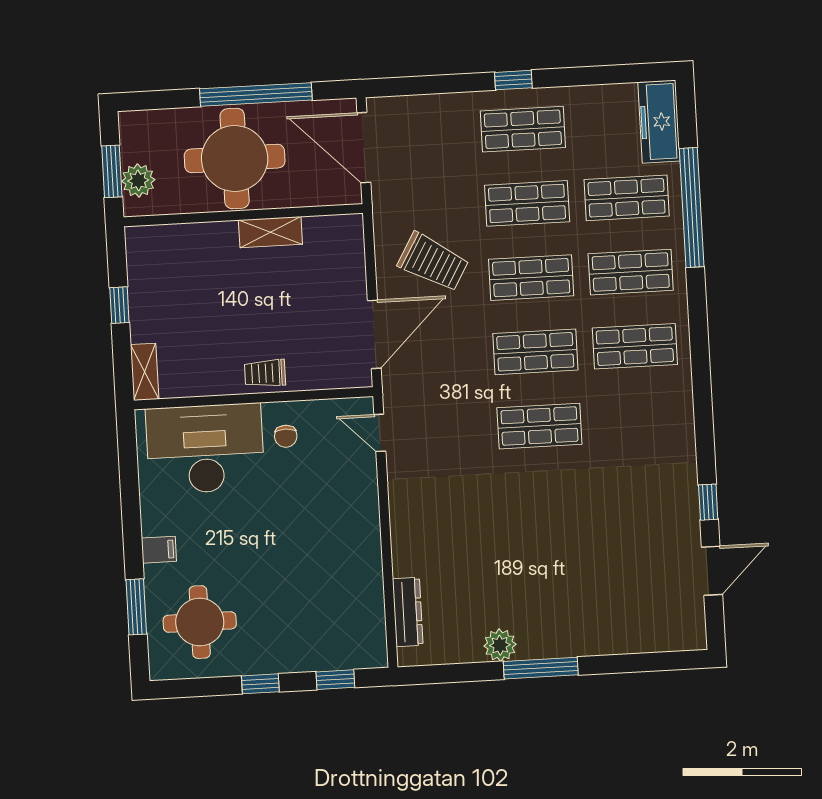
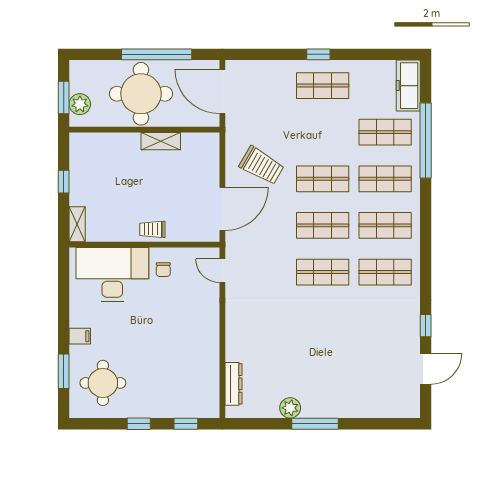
shop shelf: (527, 203) -> (385, 272), moved

